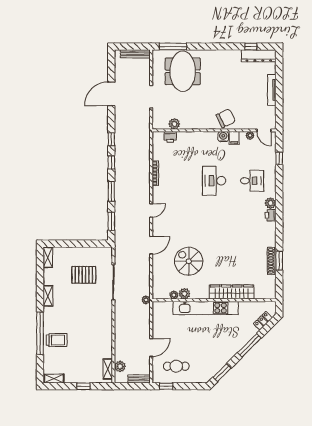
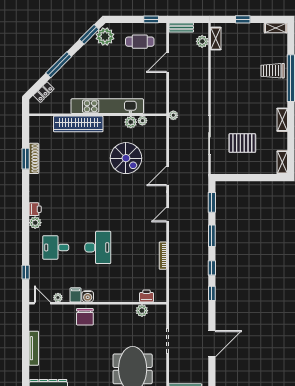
chair: (226, 118) -> (85, 317), turned -64
plant: (208, 371) -> (105, 36), added

